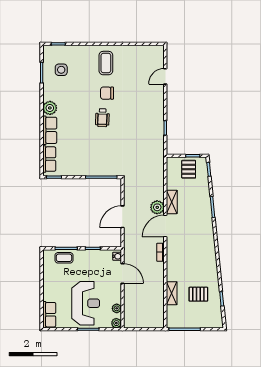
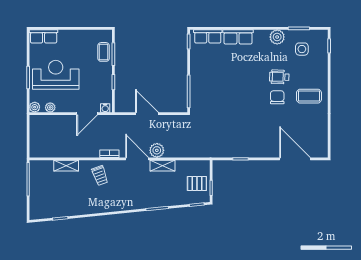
door: (165, 76) -> (295, 159), width x1.87
plant: (50, 108) -> (277, 37), moved
wheelchair: (102, 118) -> (279, 77), moved
trolley: (181, 261) -> (100, 175), added
pallet: (198, 294) -> (65, 194), removed
reception desk: (86, 303) -> (56, 75), turned 180

